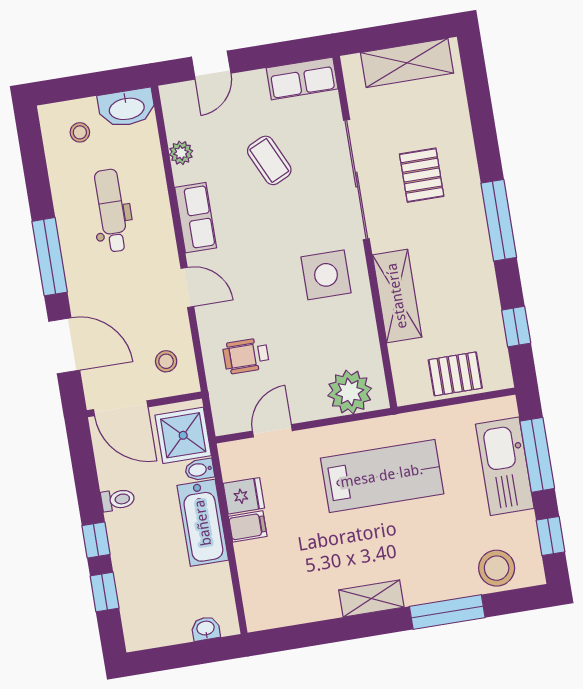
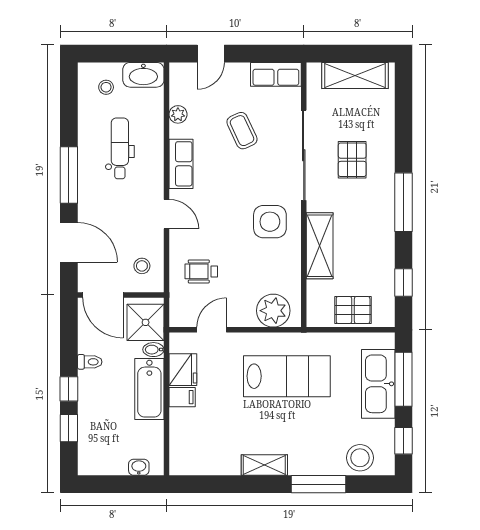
fridge: (244, 496) -> (183, 370), width x1.38

